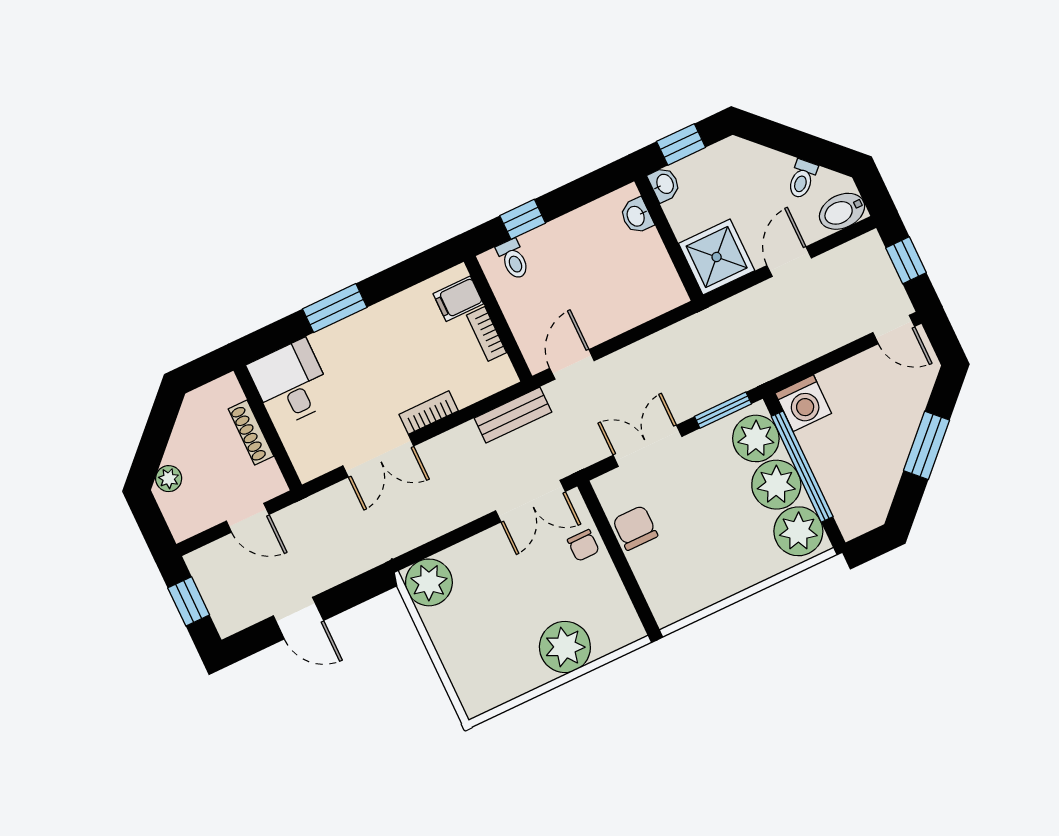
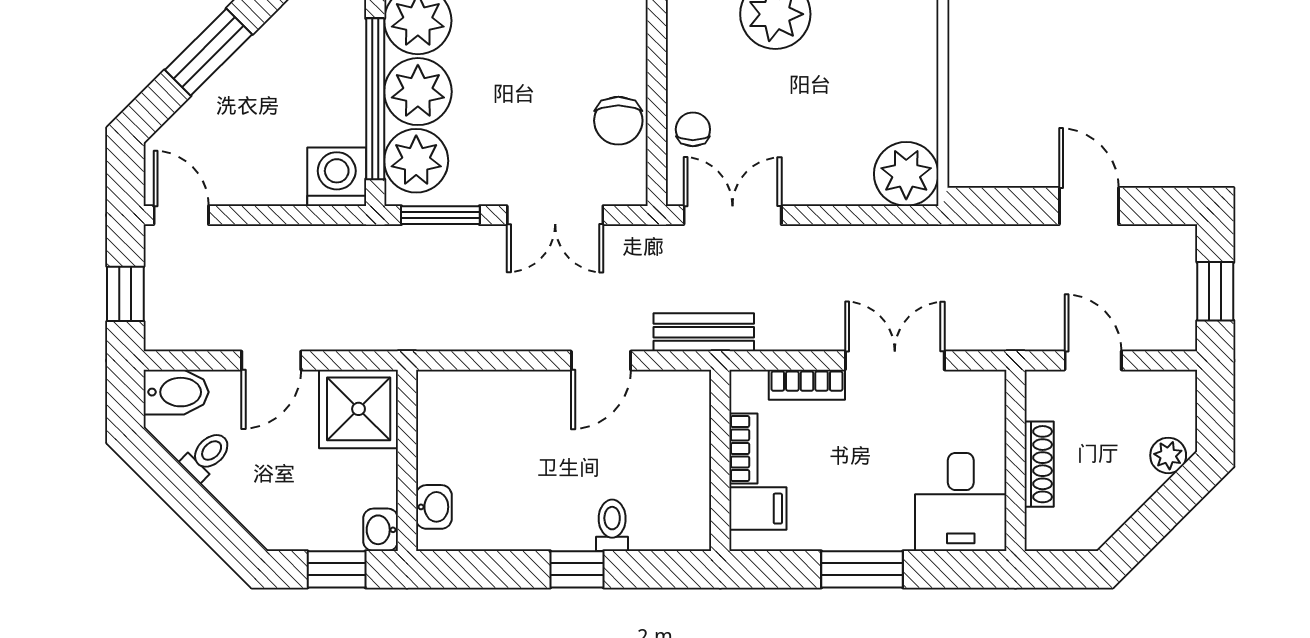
filing cabinet: (458, 299) -> (758, 509), moved
wall: (498, 319) -> (720, 460), moved
bookcase: (487, 334) -> (743, 448), moved

